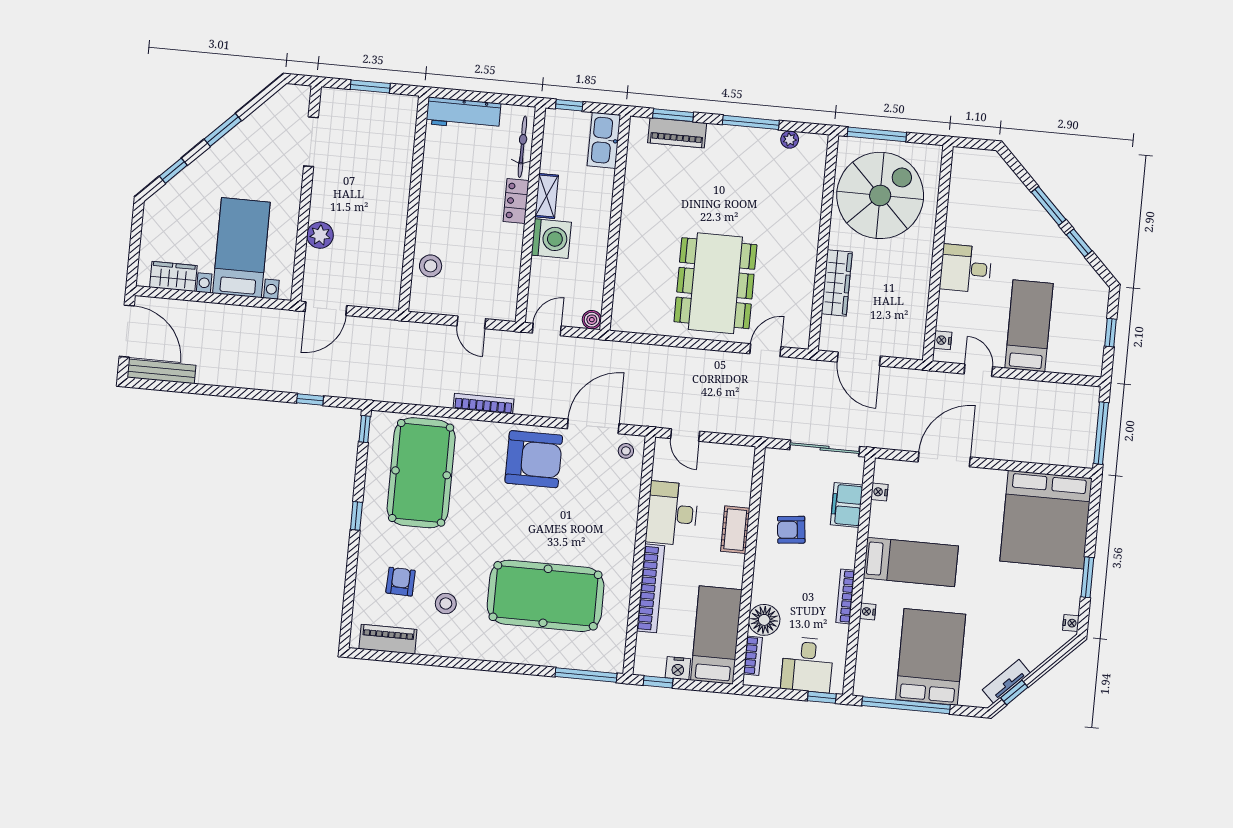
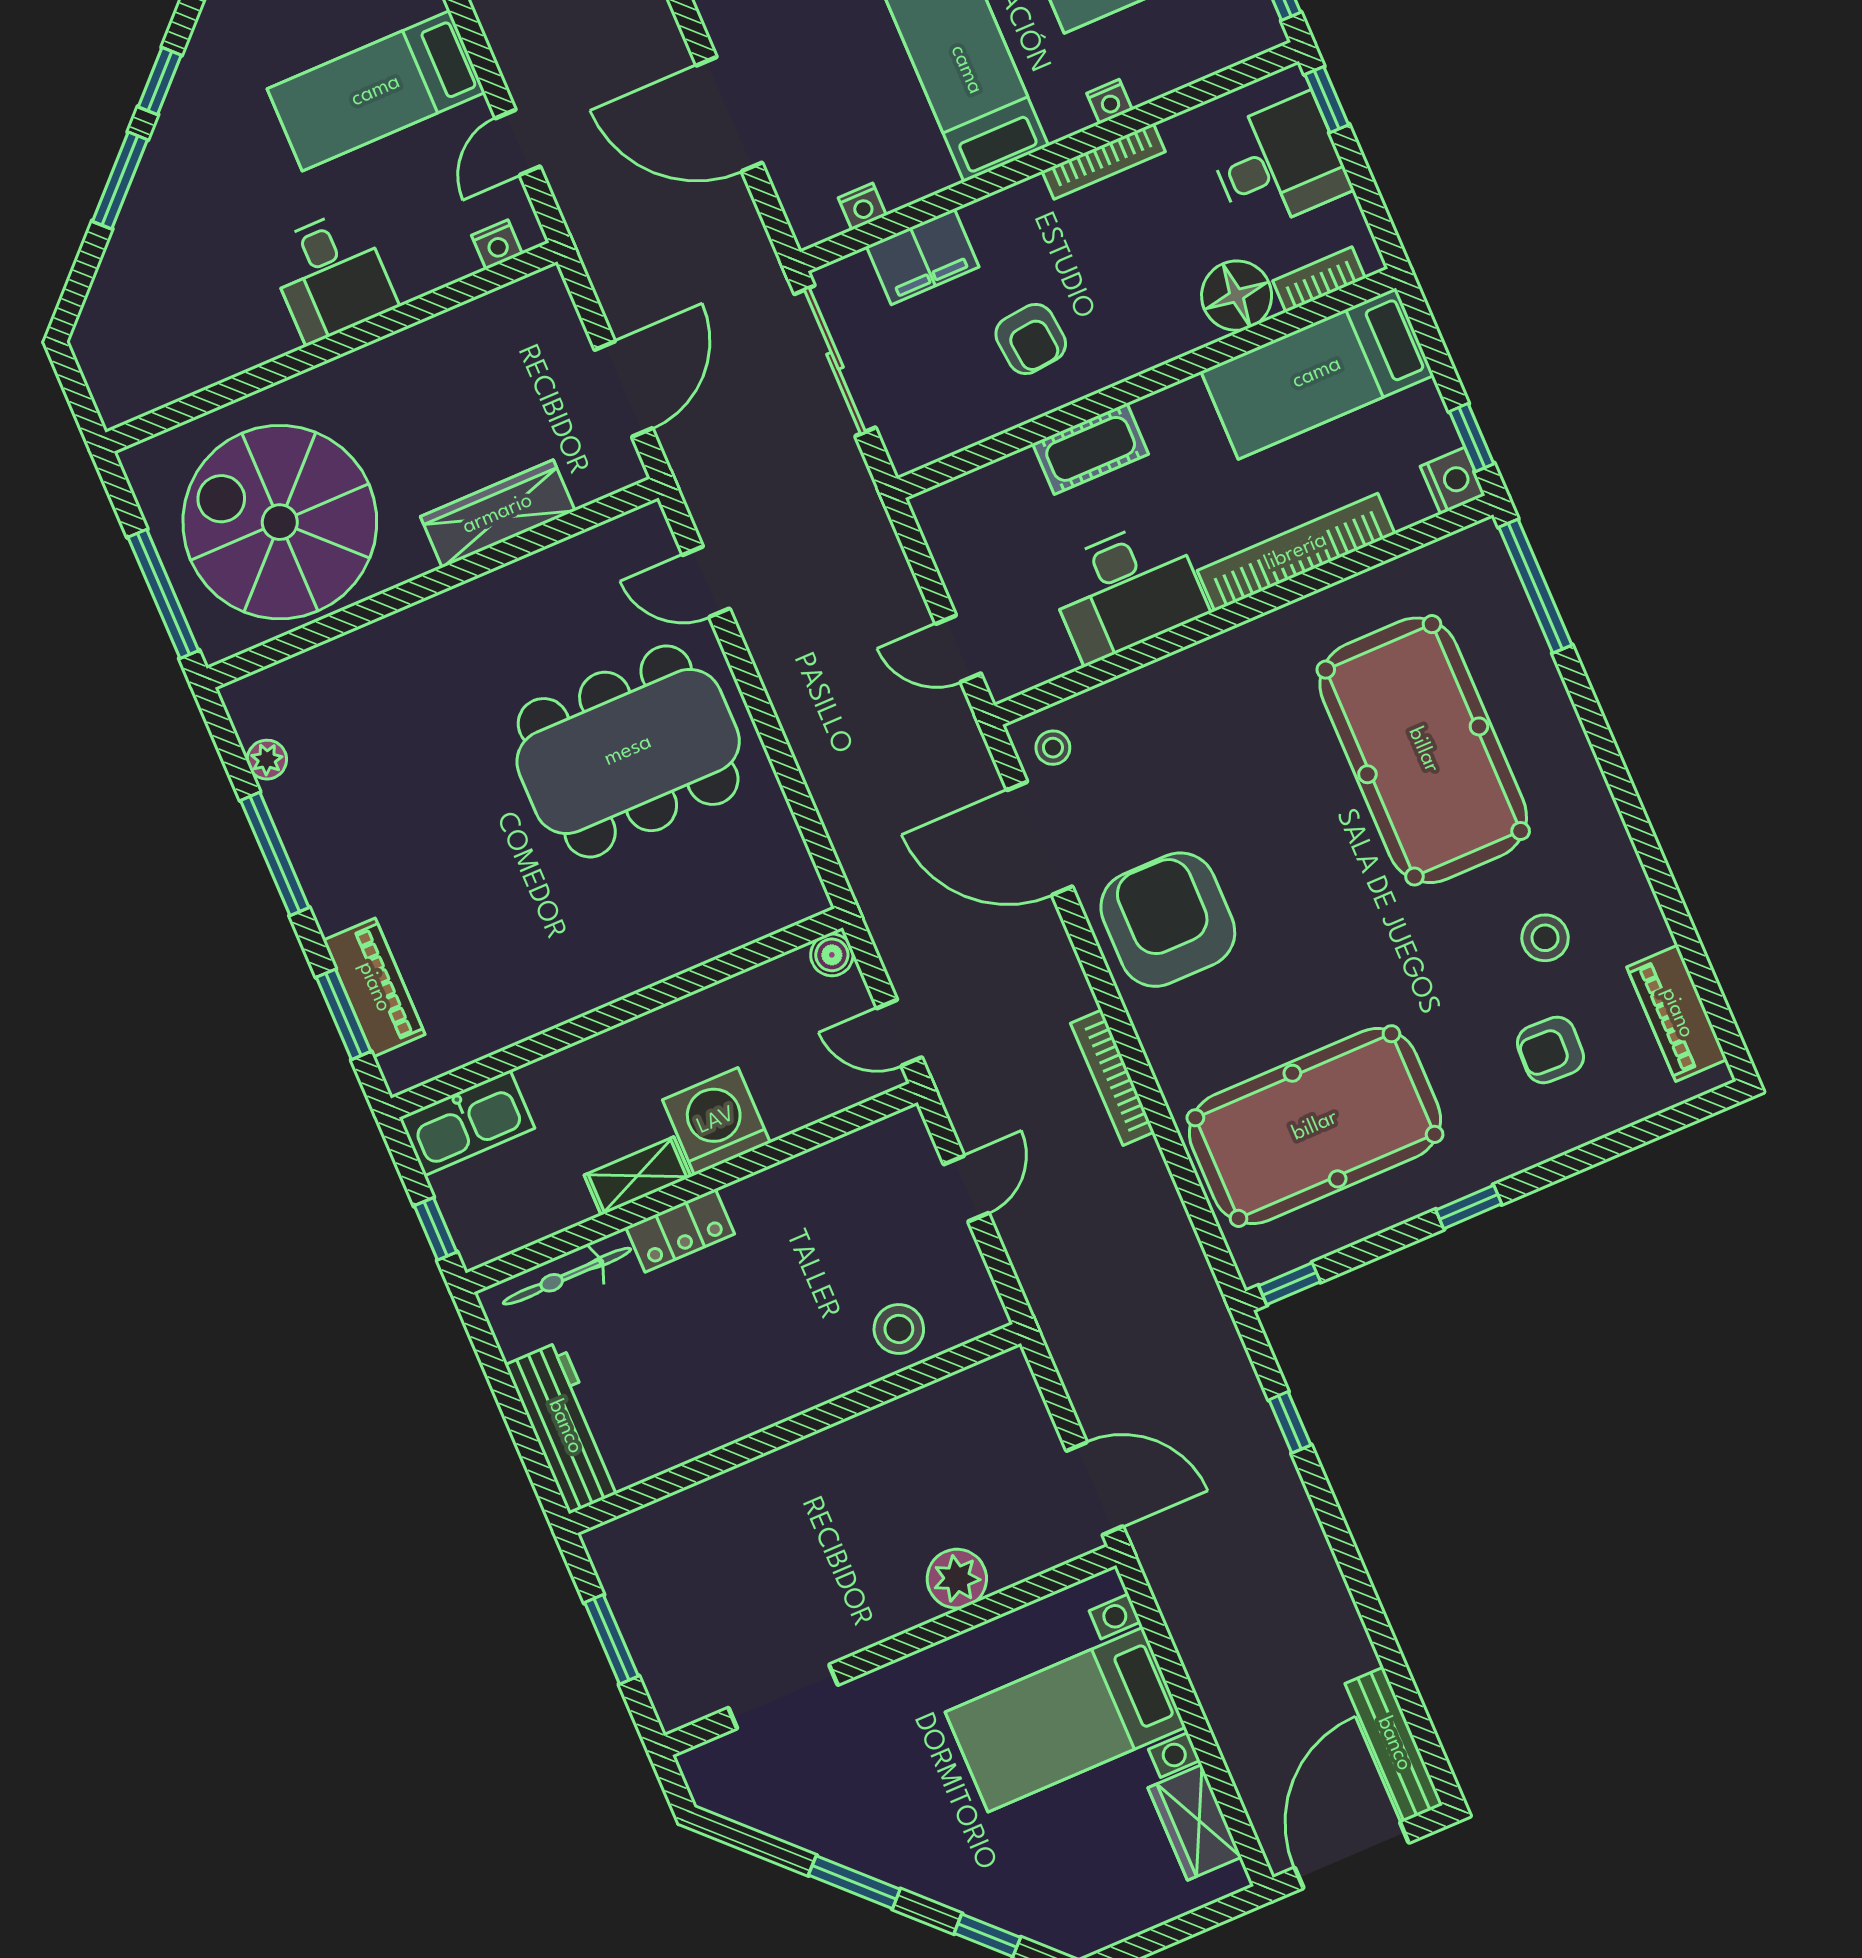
door: (685, 435) -> (958, 649), swing flipped
nightstand: (678, 668) -> (1453, 481), moved

